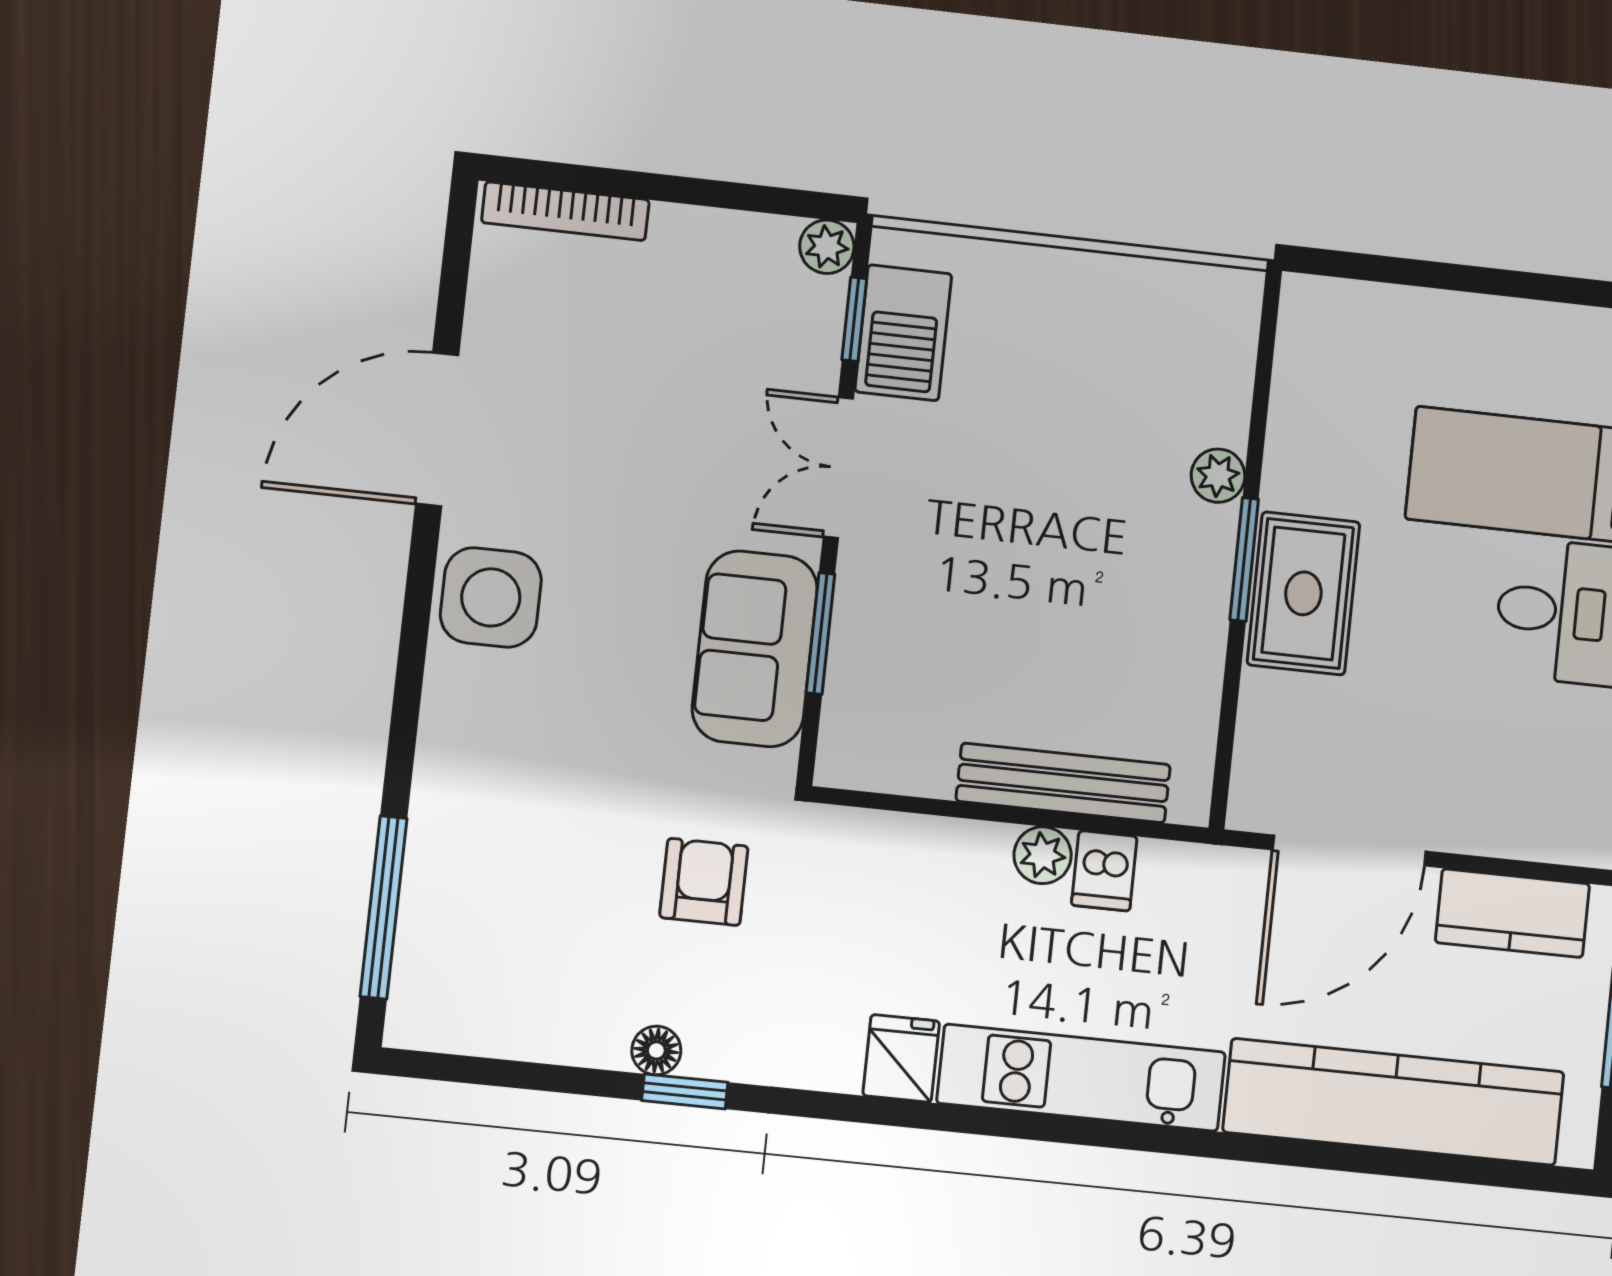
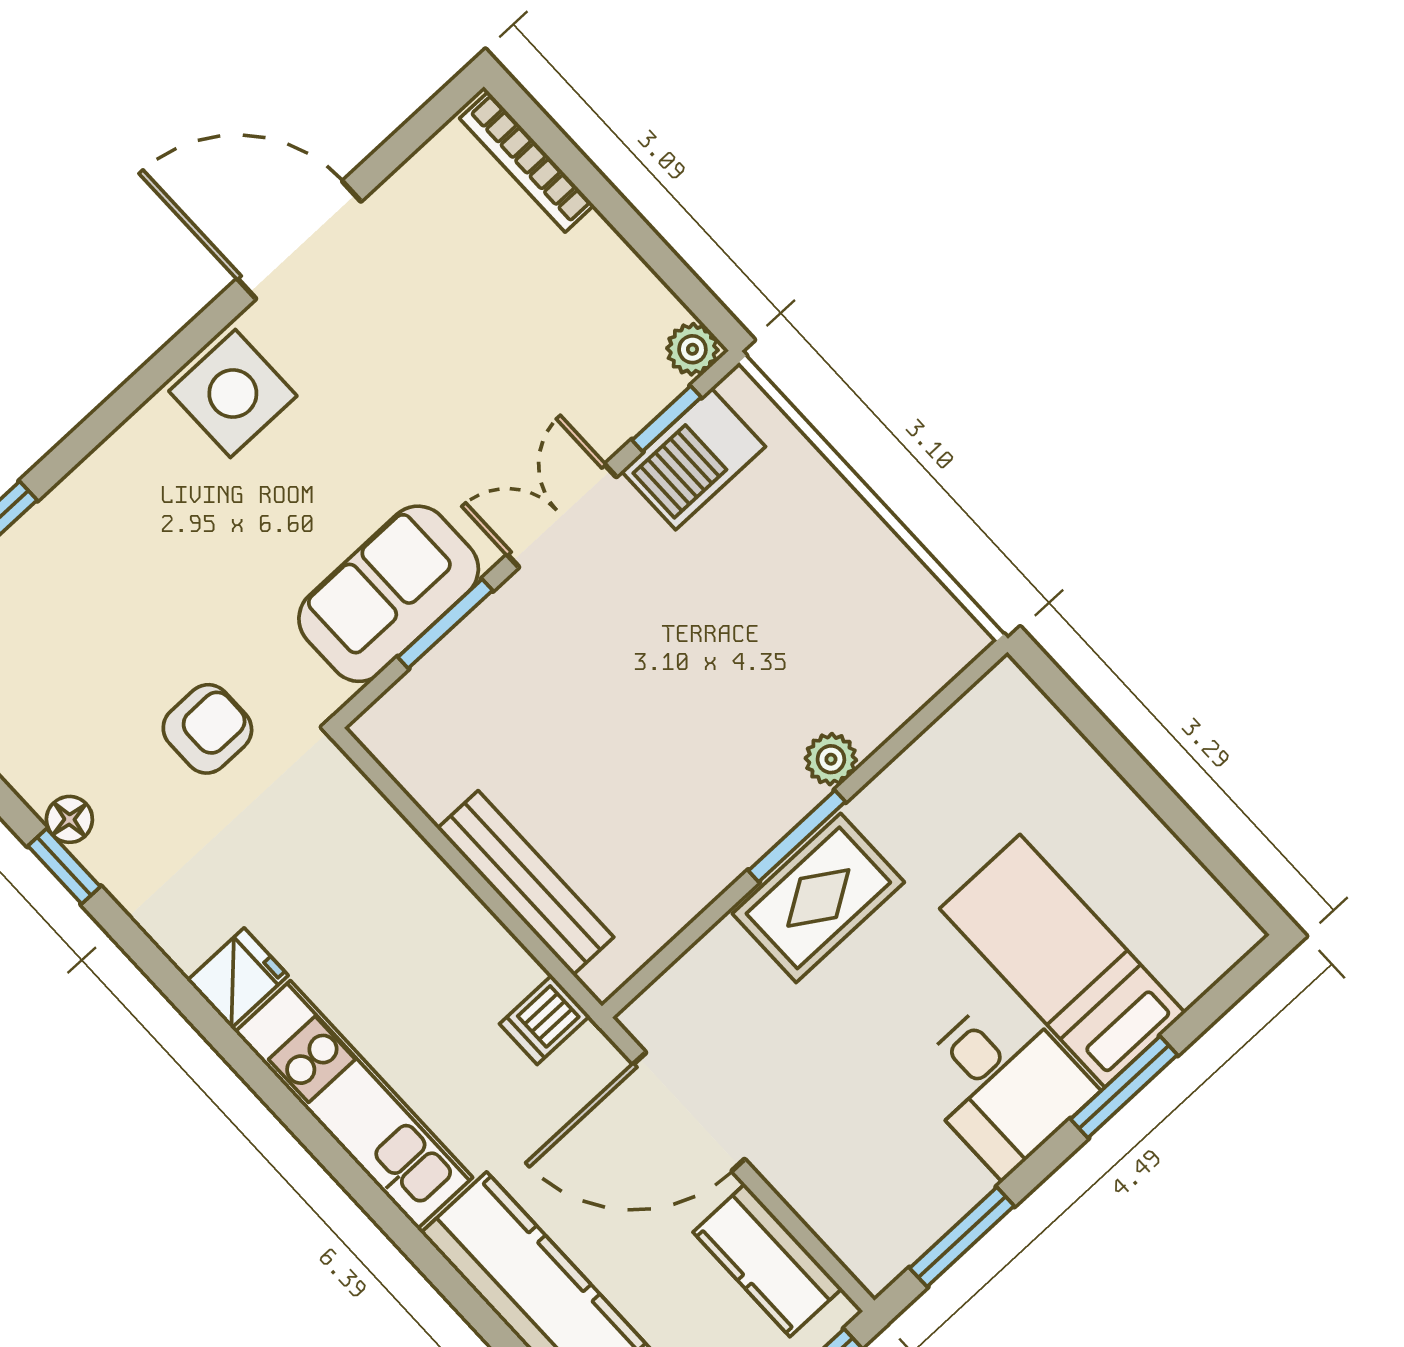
plant: (1043, 855) -> (465, 922), removed
dishwasher: (1104, 871) -> (545, 1020), moved

